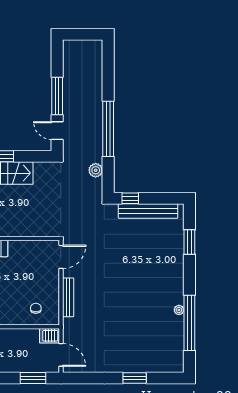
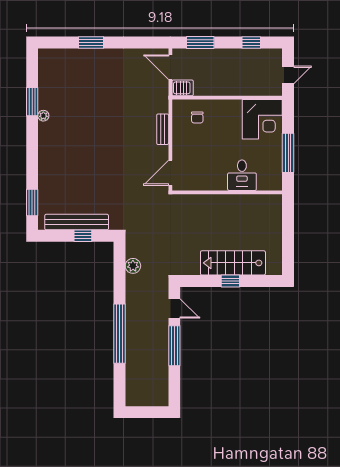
window: (108, 129) -> (120, 334), moved
window: (130, 198) -> (83, 236), moved
window: (189, 242) -> (32, 203), moved
bench: (68, 297) -> (163, 129), width x0.73
window: (189, 323) -> (32, 102), width x0.47

